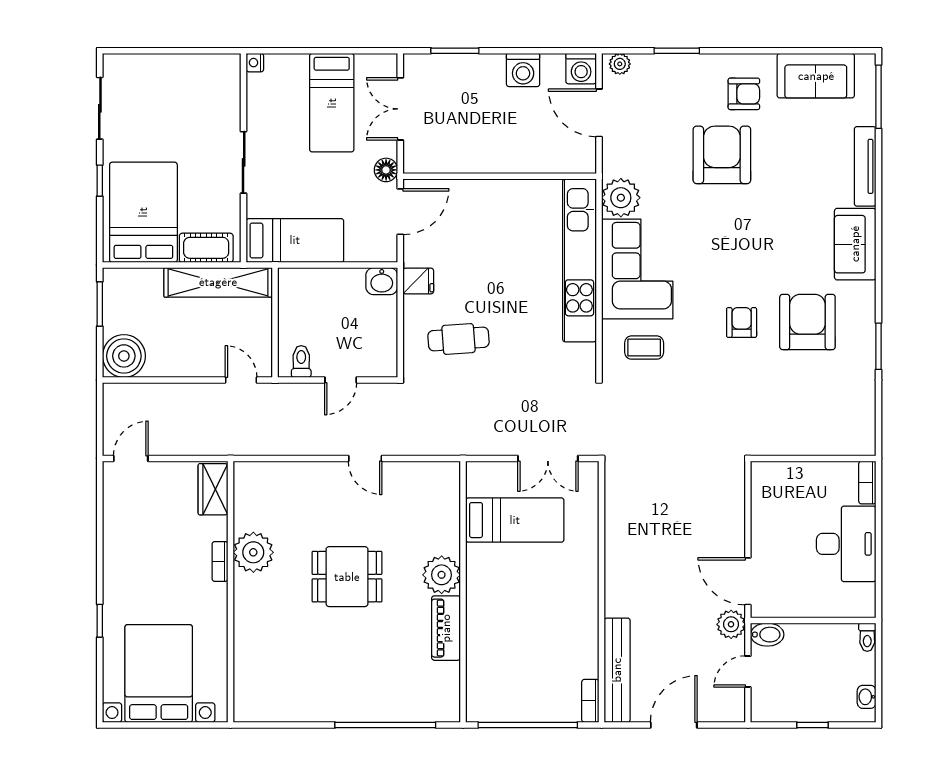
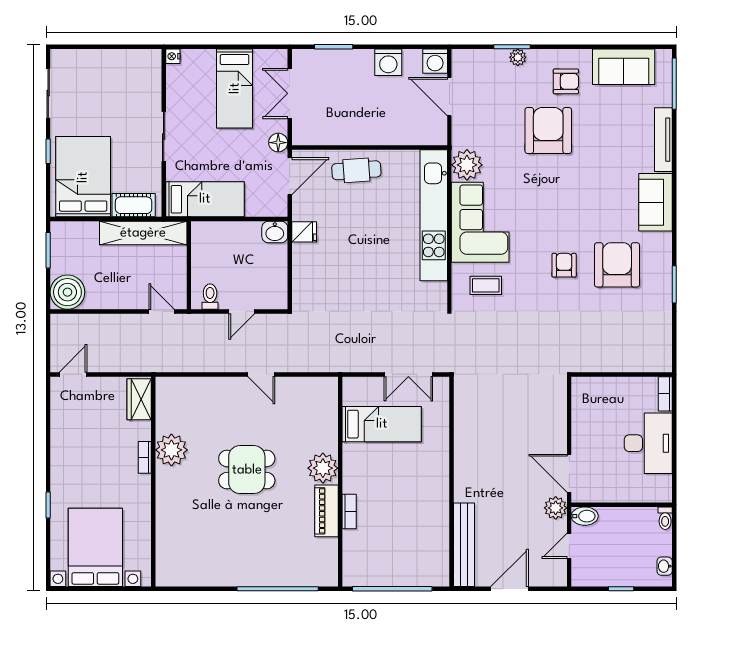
plant: (620, 64) -> (518, 57), moved
cafe table: (458, 339) -> (356, 170), moved
bookcase: (590, 701) -> (349, 512), moved, turned 180

